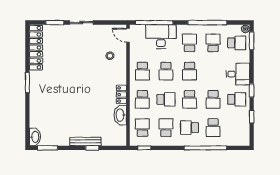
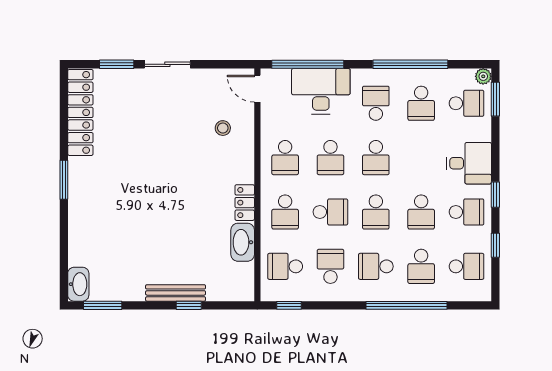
school desk: (213, 43) -> (421, 103), turned 180
school desk: (142, 128) -> (285, 266), turned -90
school desk: (237, 128) -> (467, 266), added

